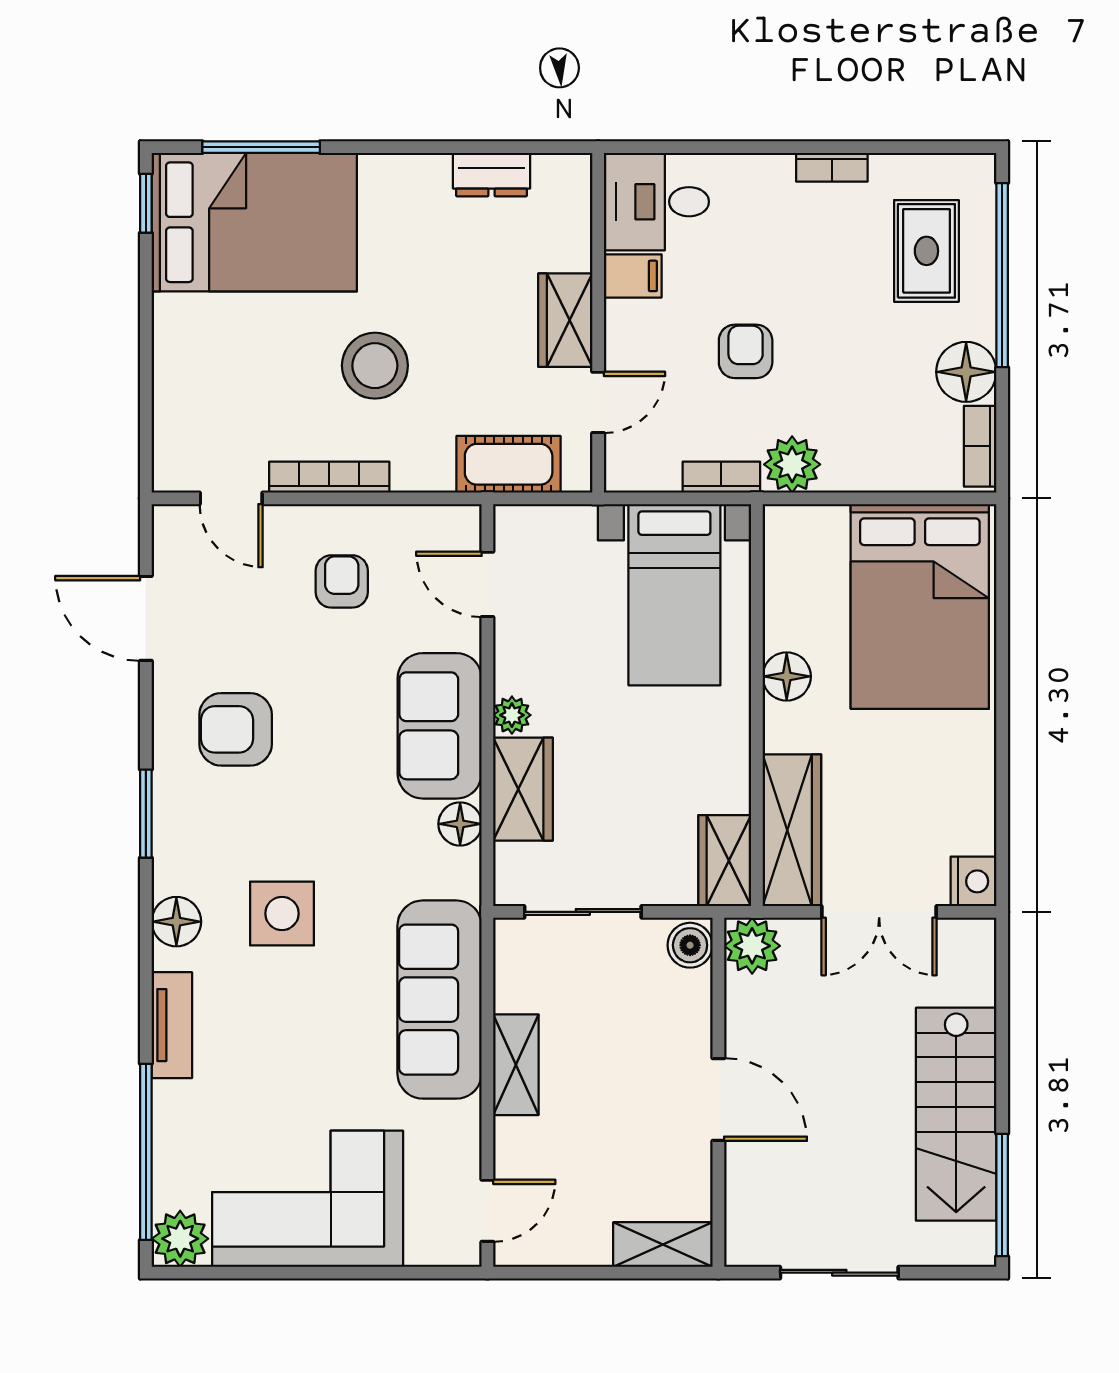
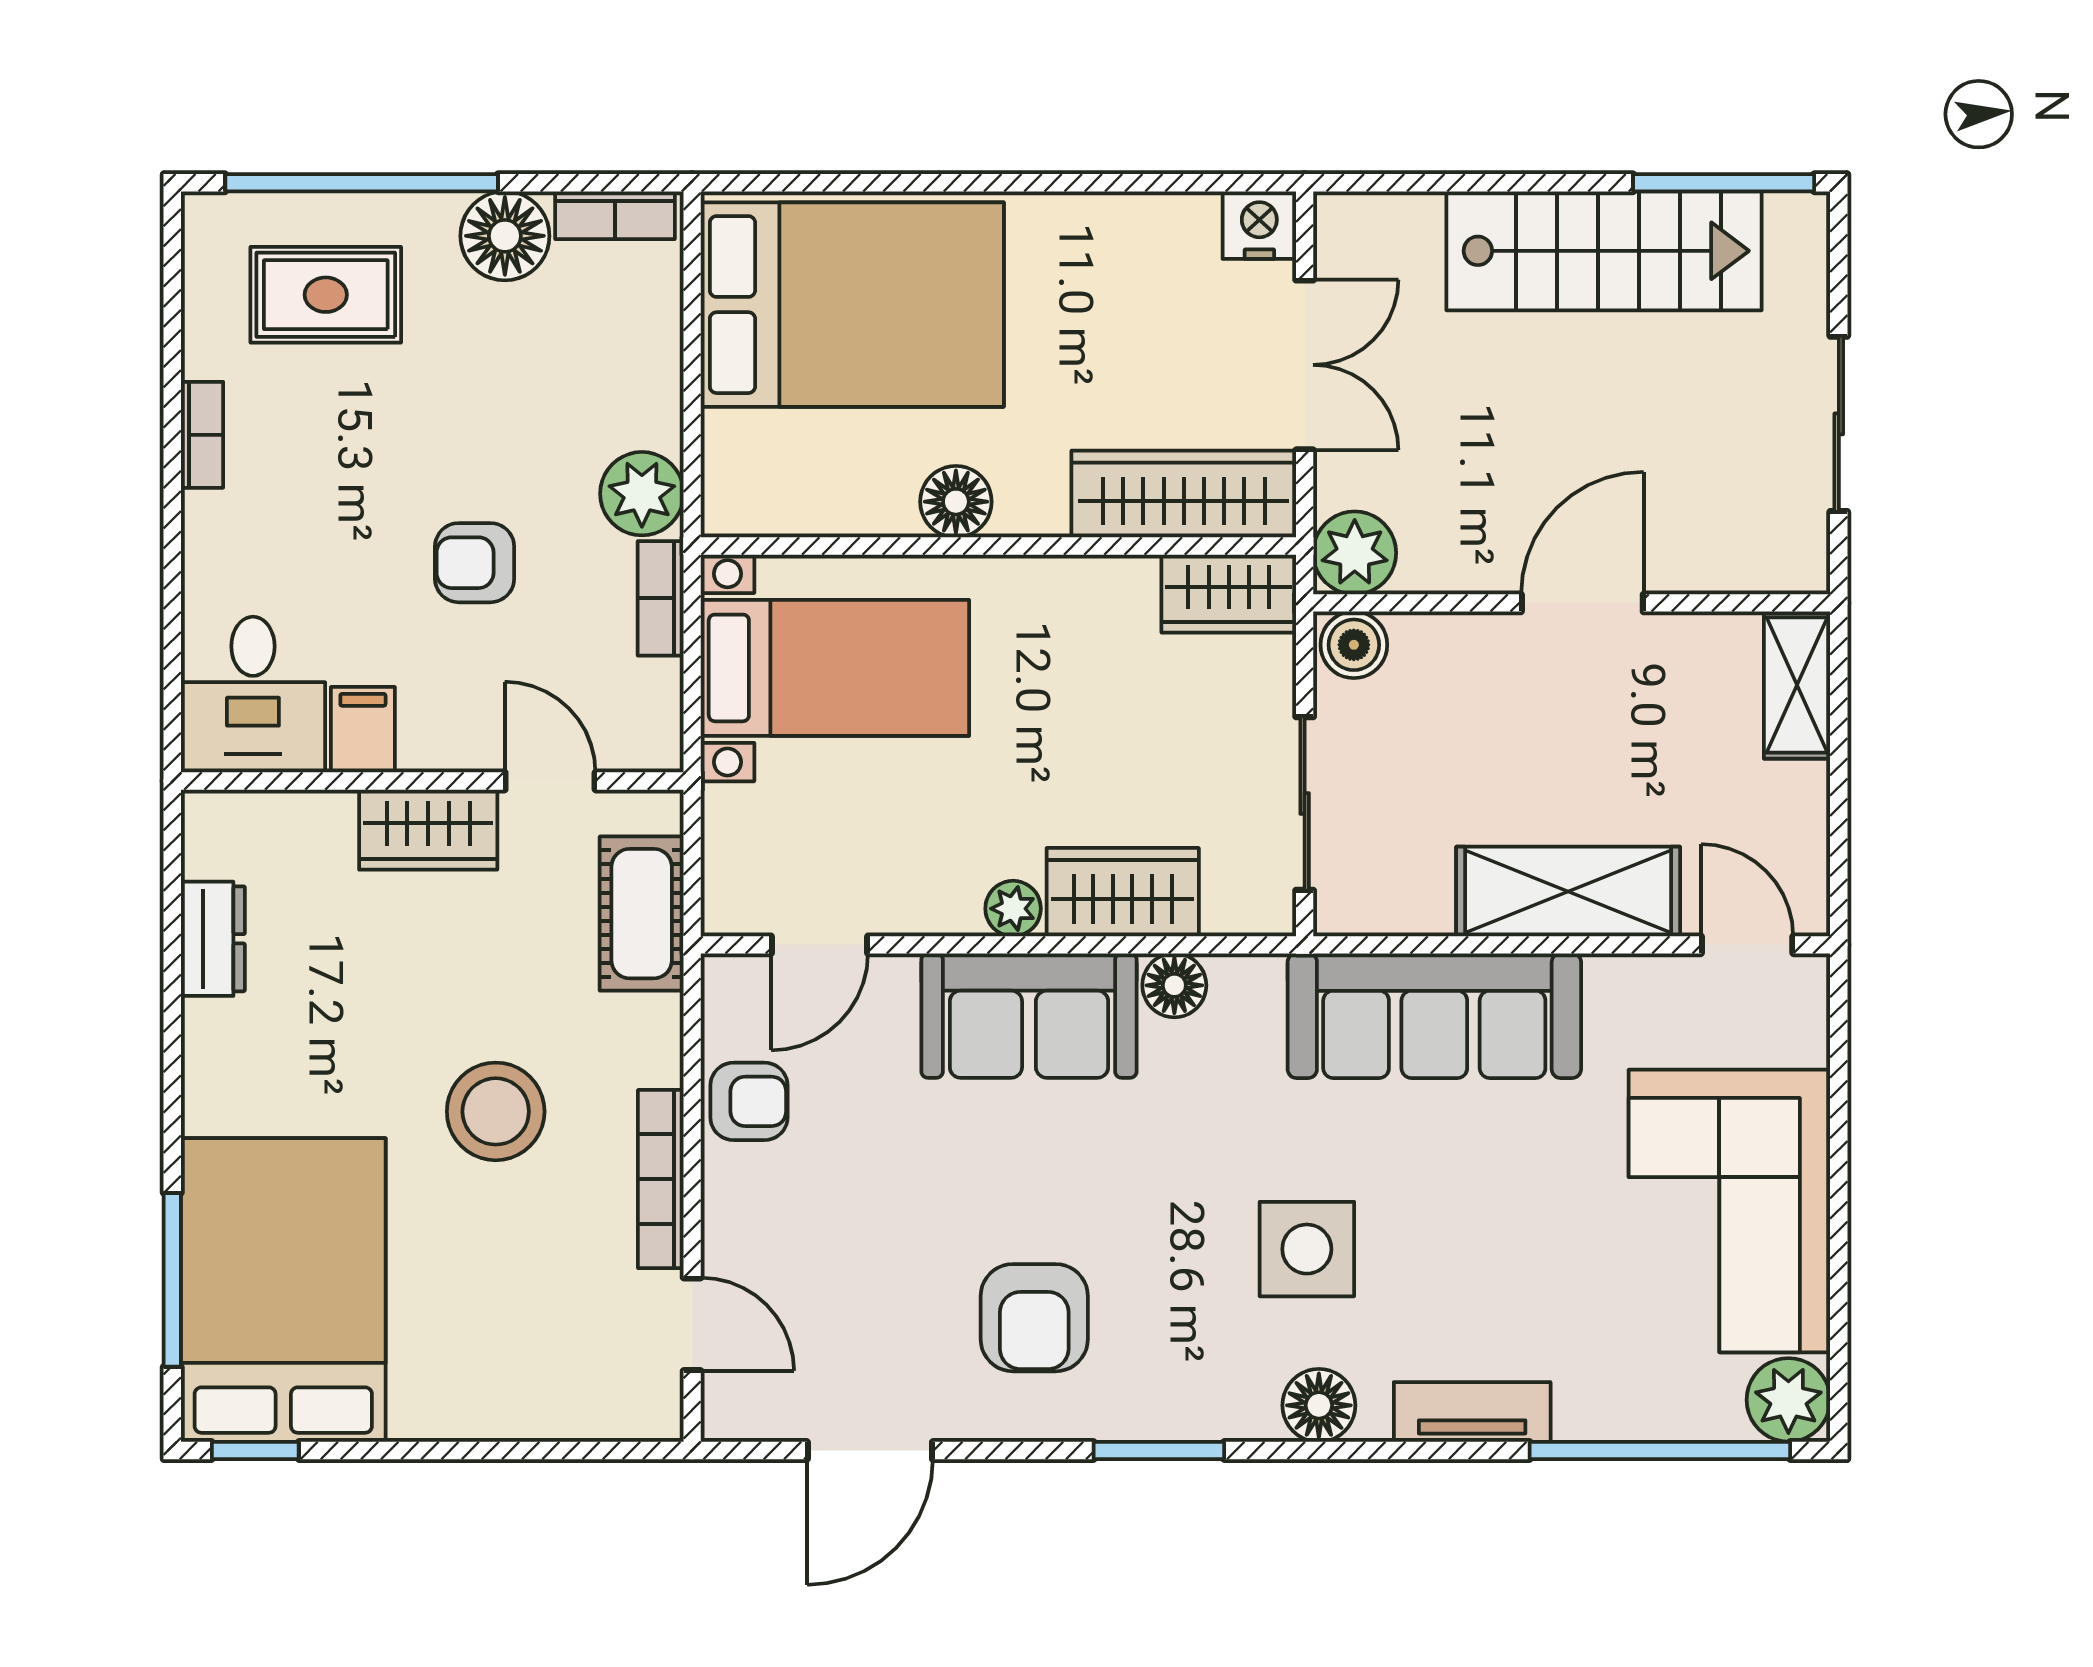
door: (231, 498) -> (692, 1324), hinge flipped
armchair: (342, 581) -> (749, 1101), moved, turned 180
shelving: (516, 1065) -> (1568, 891), width x1.50, depth x1.33

